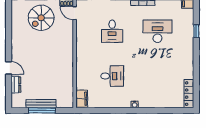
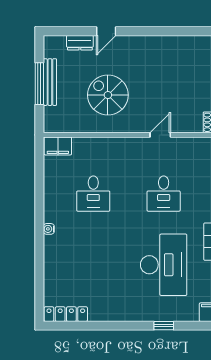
door: (75, 13) -> (160, 135), moved
spiral stairs: (41, 18) -> (108, 95), moved
desk: (112, 31) -> (164, 194), turned -90
desk: (157, 31) -> (164, 265), width x1.36, depth x1.30

